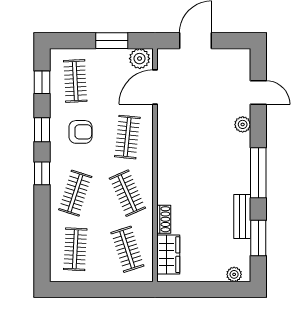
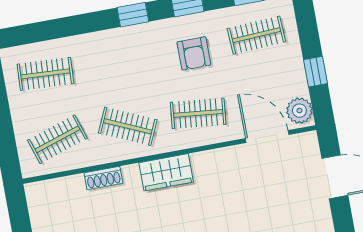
window: (112, 41) -> (316, 72), width x0.67
clothes rail: (75, 193) -> (116, 61), removed
clothes rail: (127, 193) -> (128, 126), turned 48
wardrobe: (168, 255) -> (166, 172), moved

